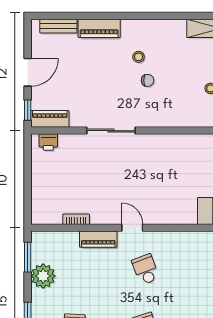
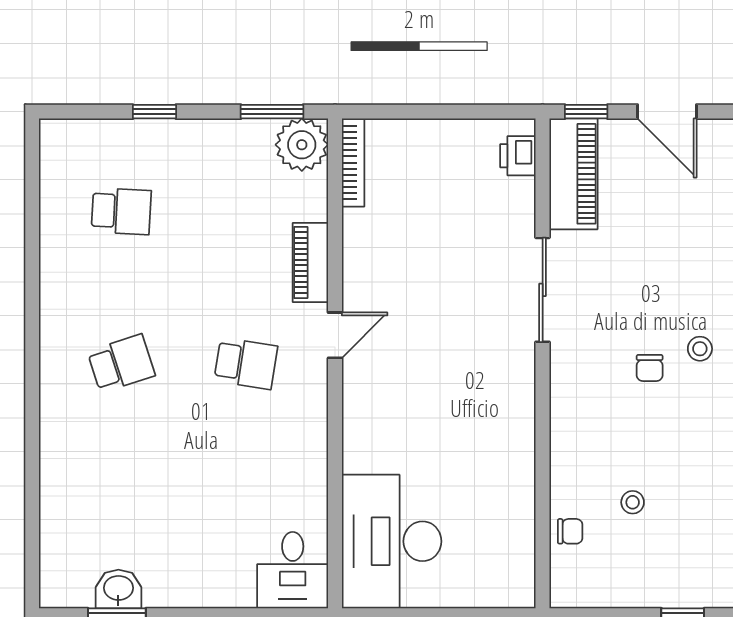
piano: (50, 119) -> (573, 174), width x1.37, depth x1.33
bookcase: (76, 219) -> (353, 163), moved, width x1.56
school desk: (145, 269) -> (246, 363), turned 30
plant: (43, 276) -> (302, 145), moved

